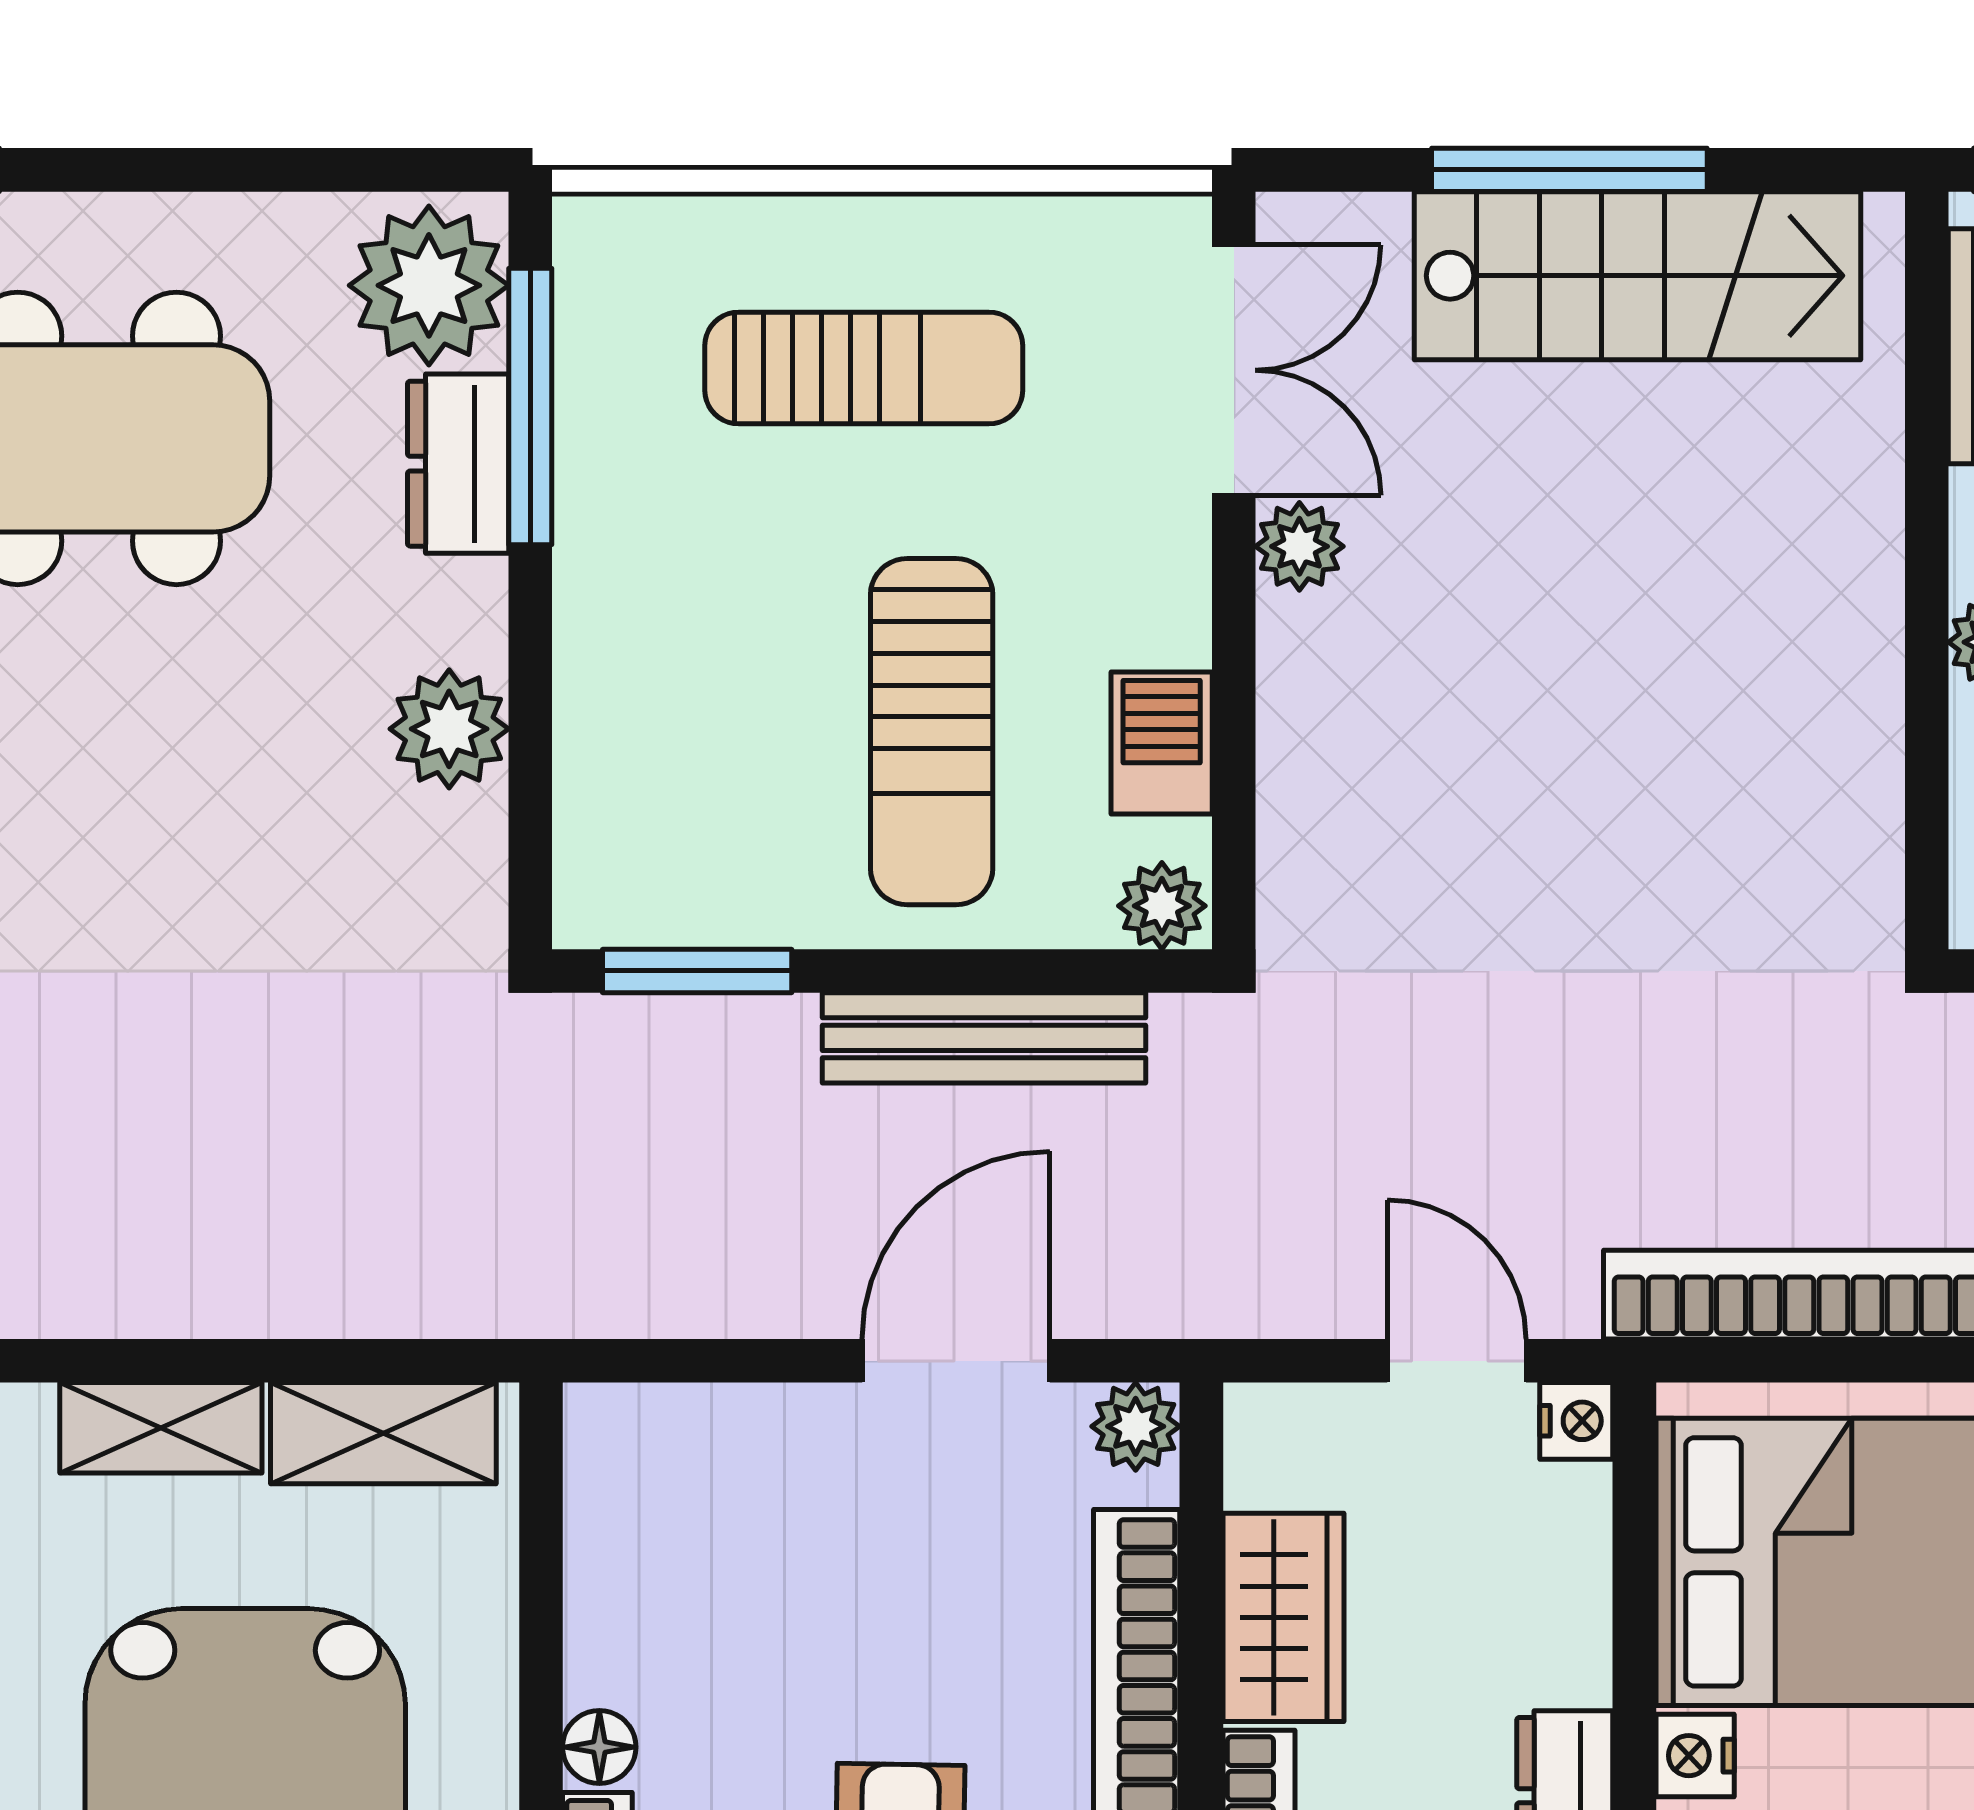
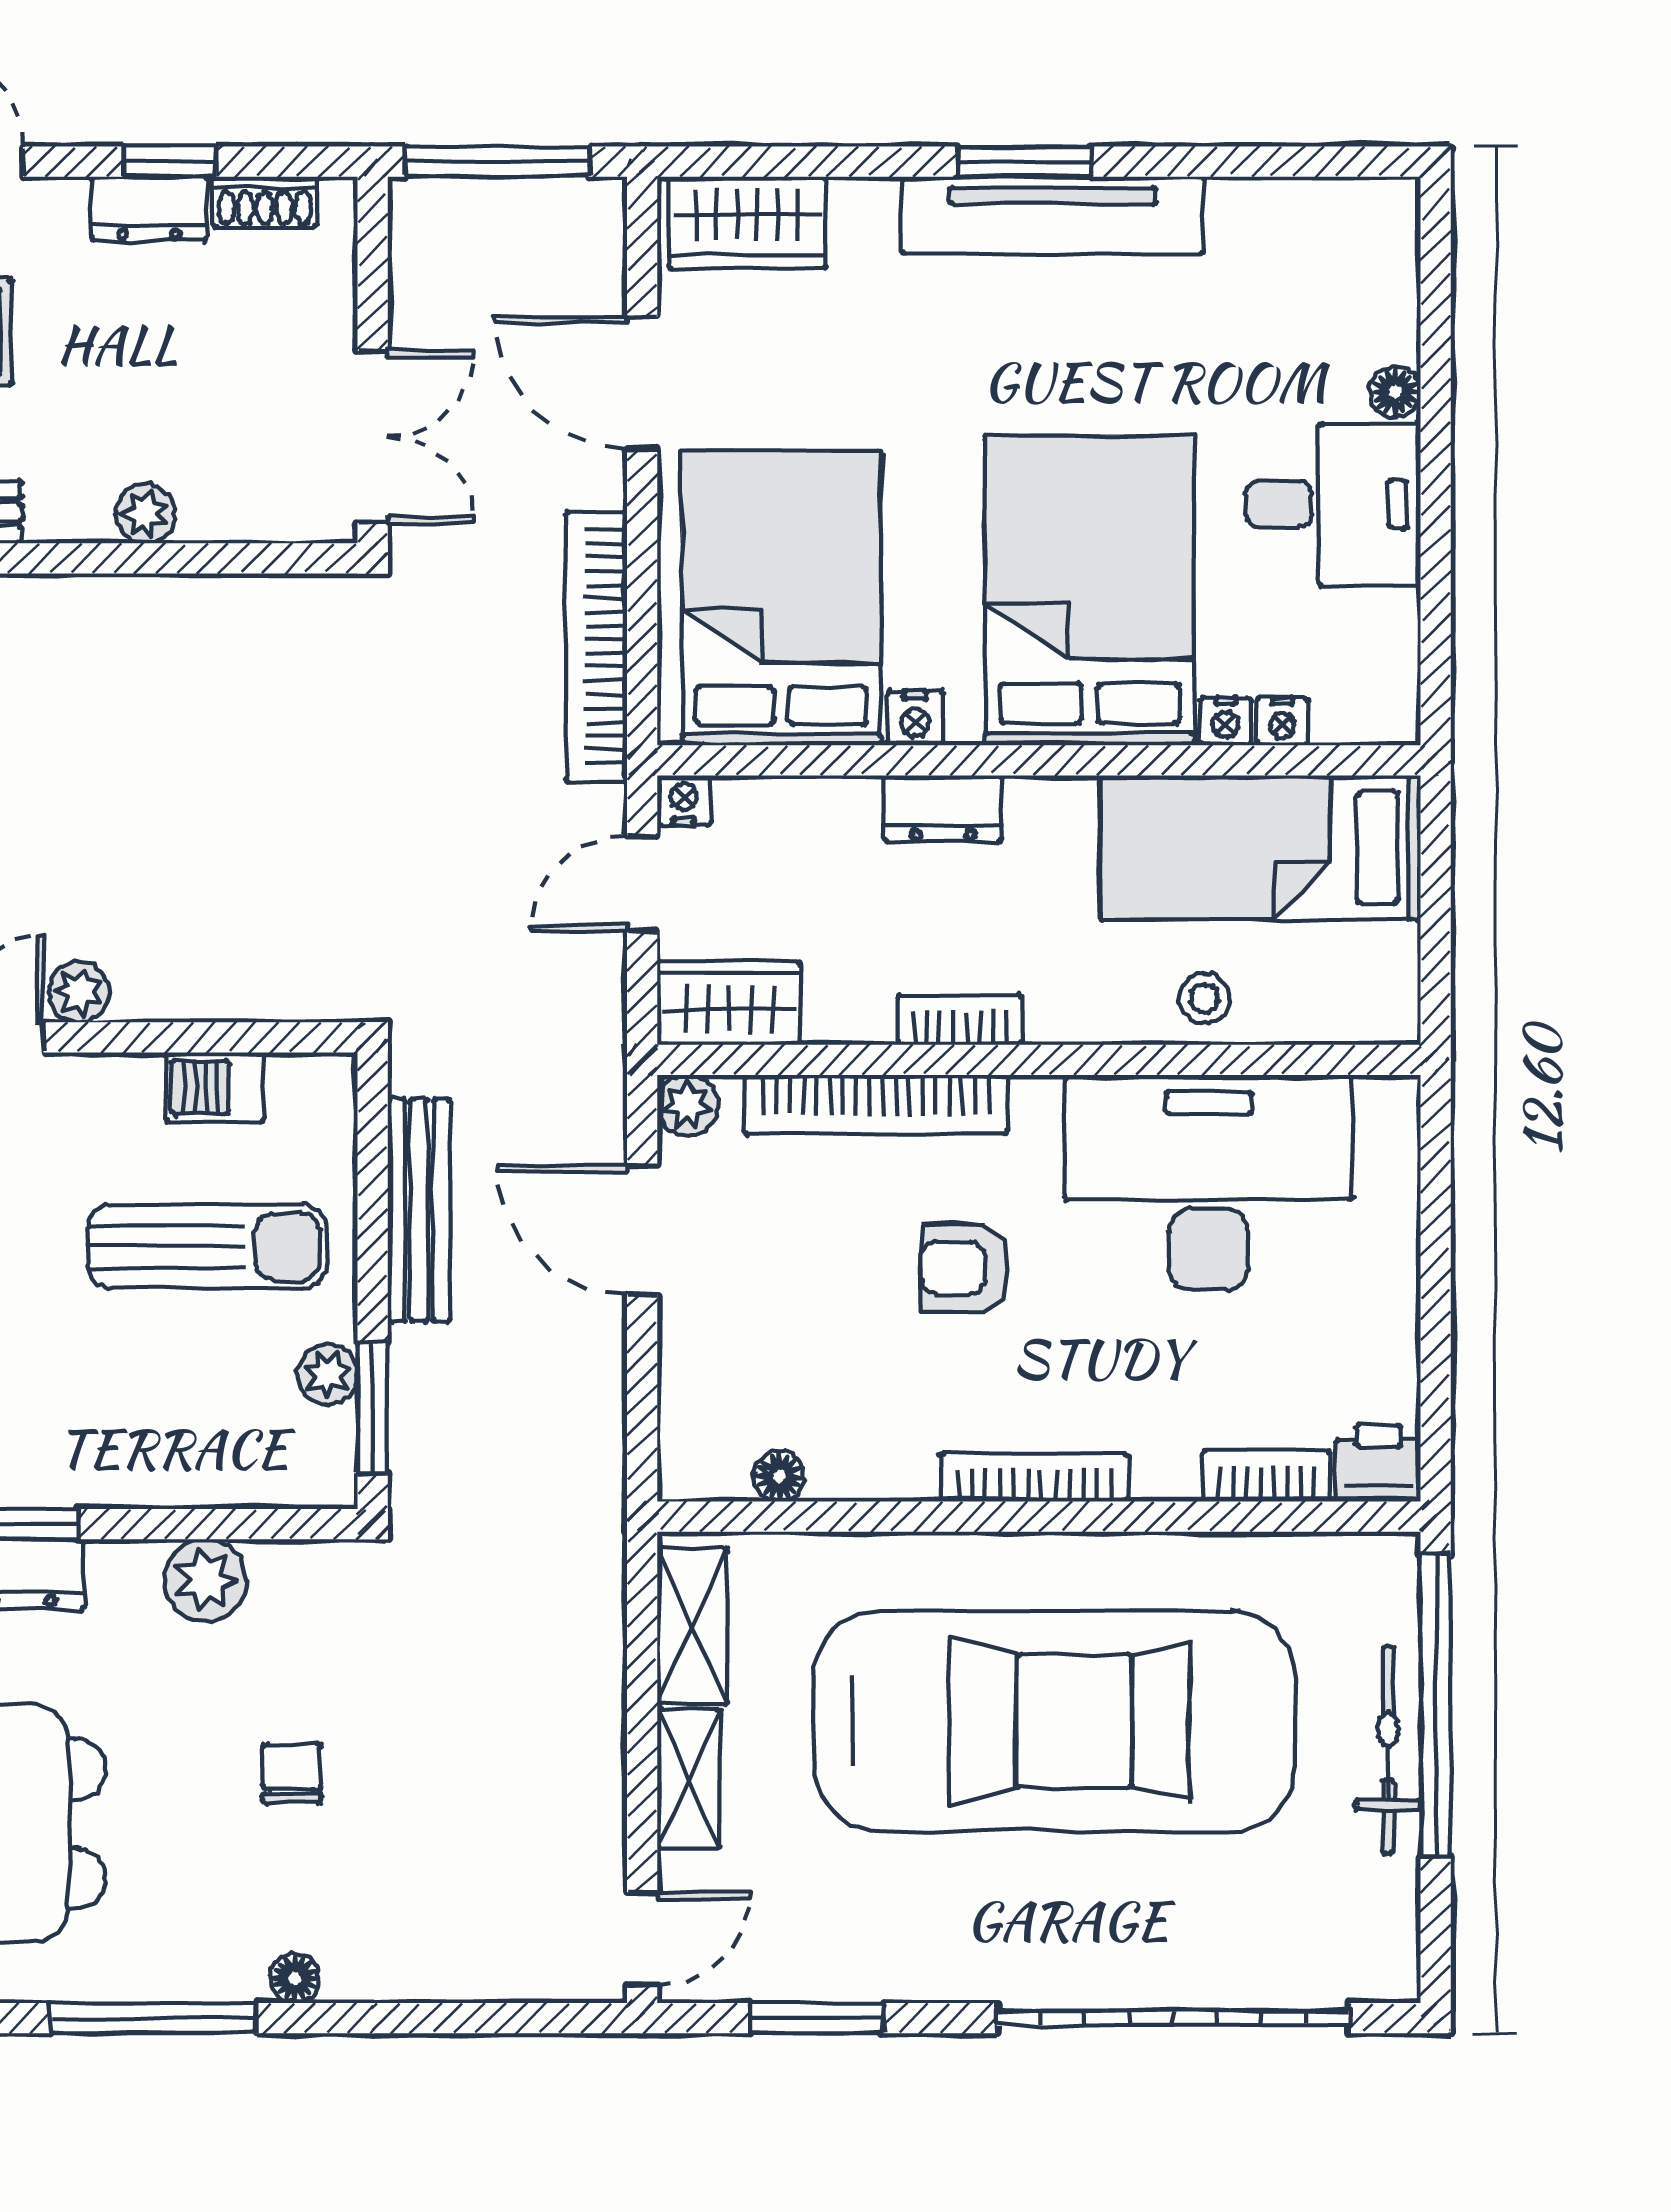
chair: (169, 854) -> (292, 1774), added
plant: (1162, 906) -> (328, 1375), moved
wardrobe: (1283, 1617) -> (729, 1003), moved
floor lamp: (599, 1747) -> (779, 1476), moved

